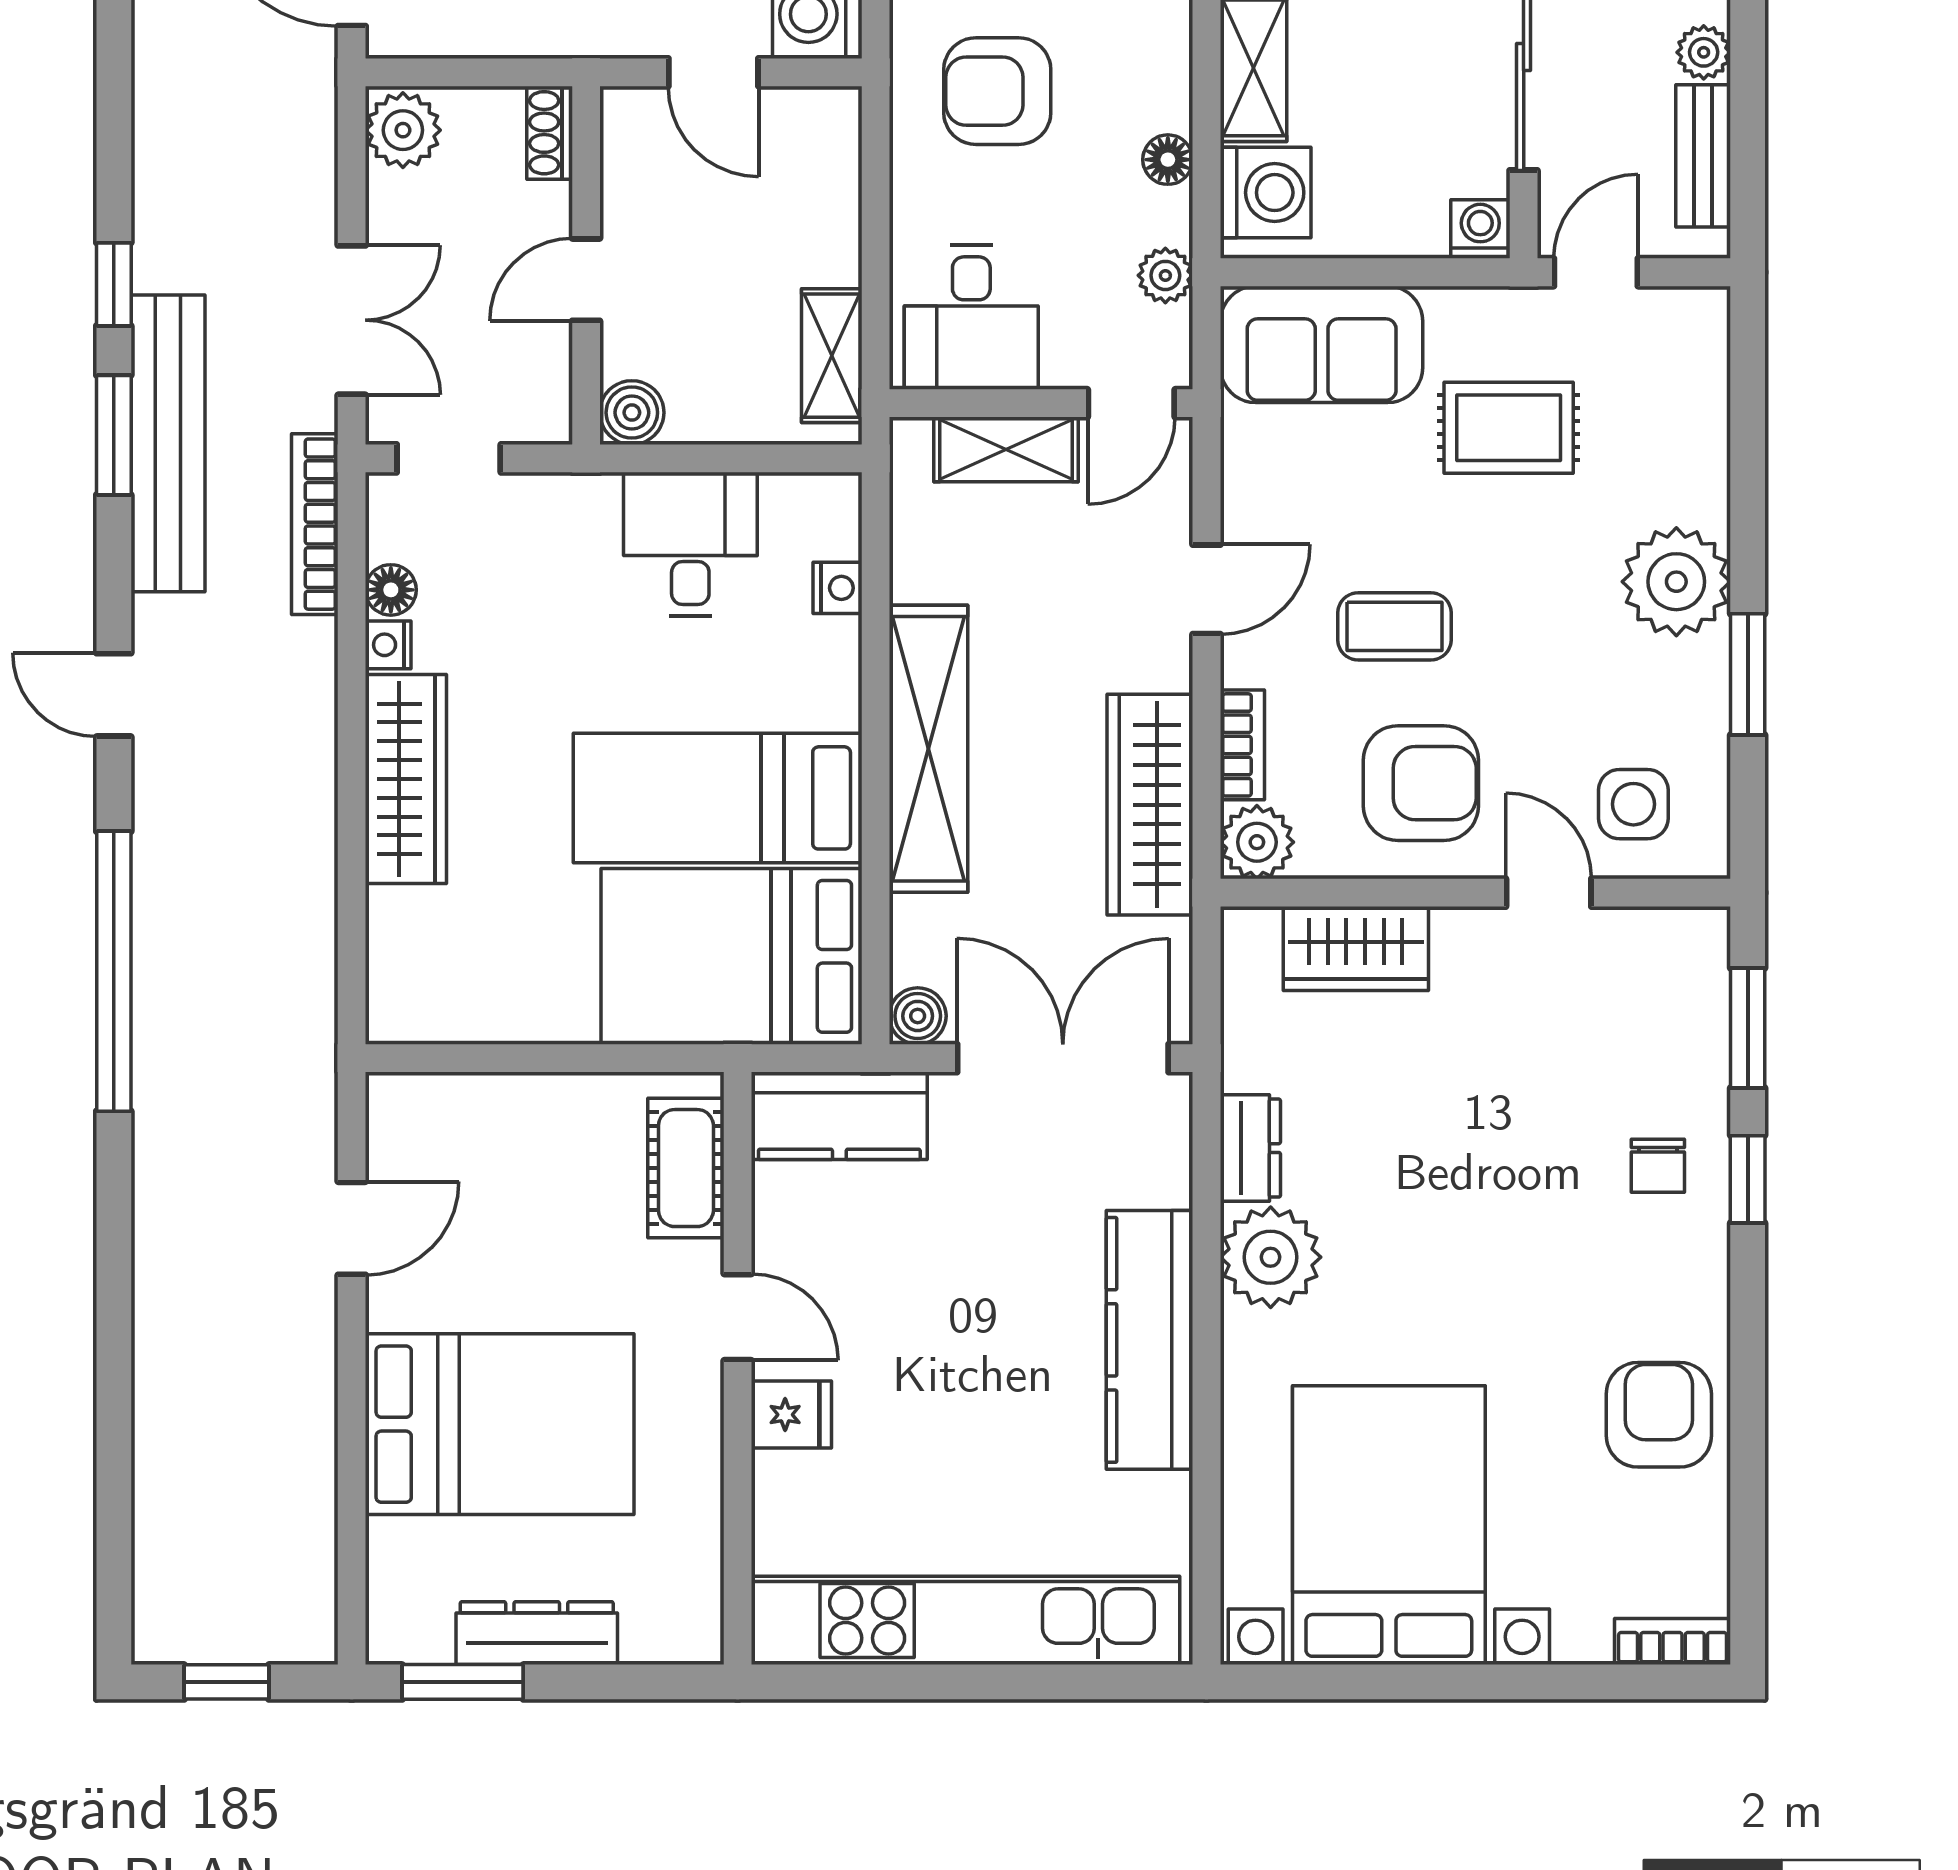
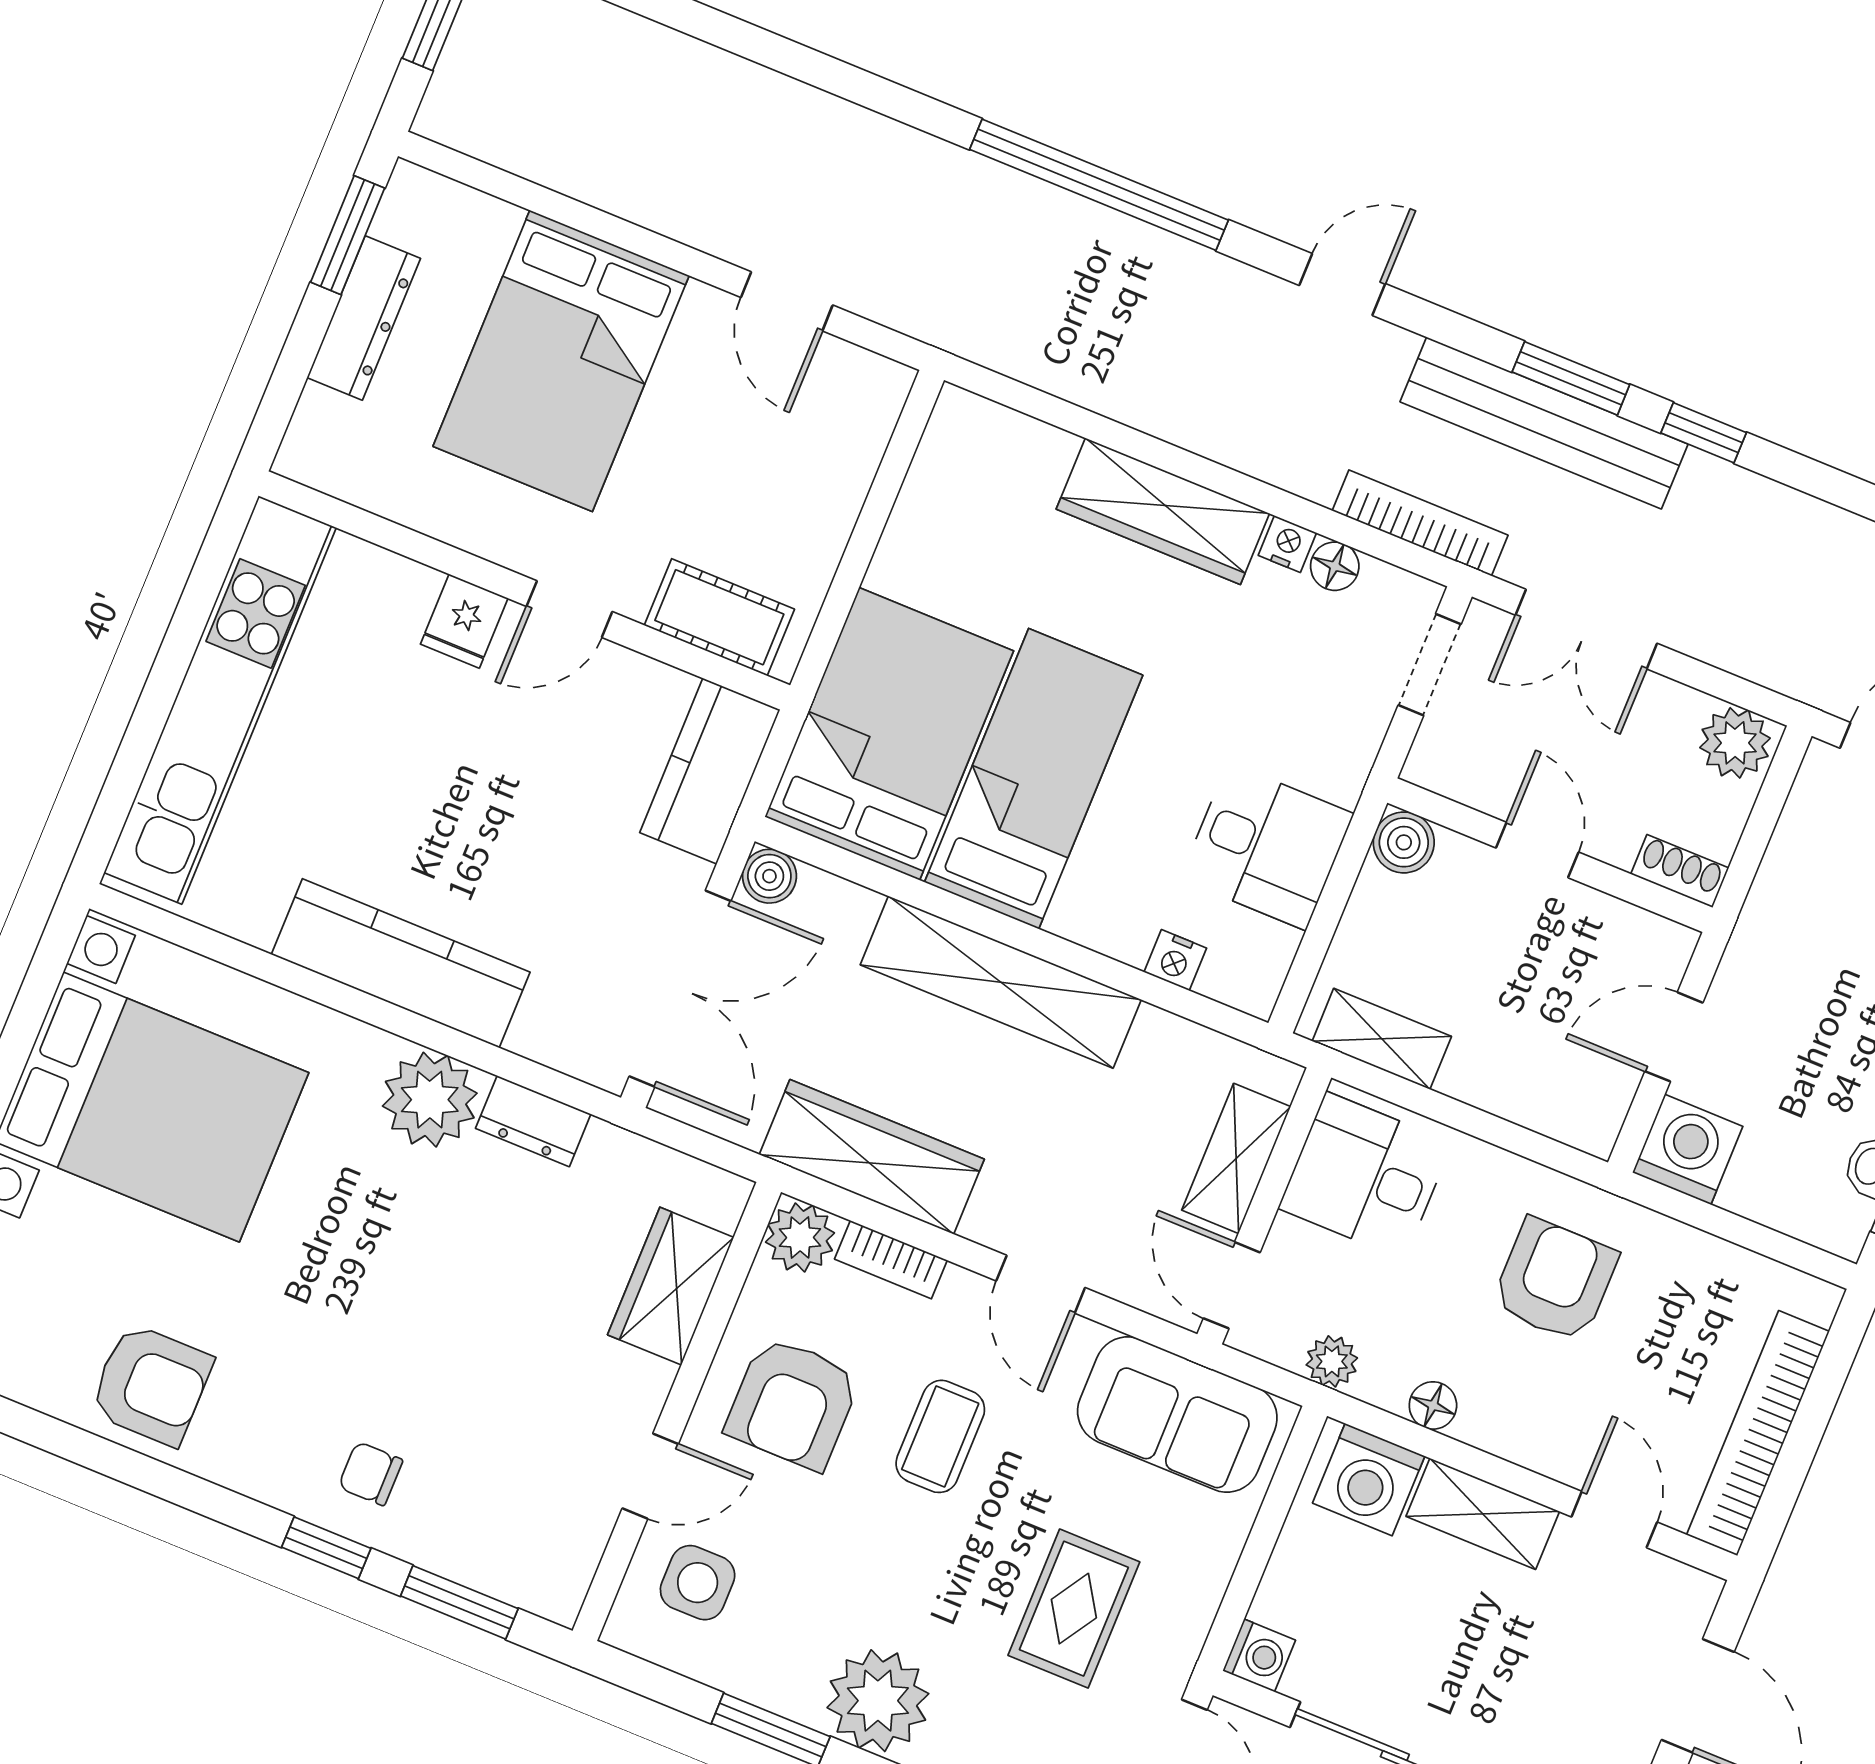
sofa: (1322, 344) -> (1177, 1415), moved, turned -90

